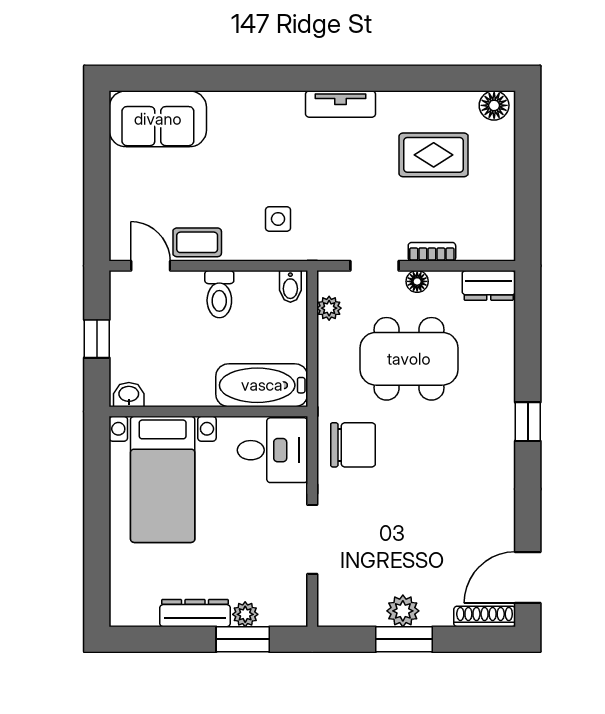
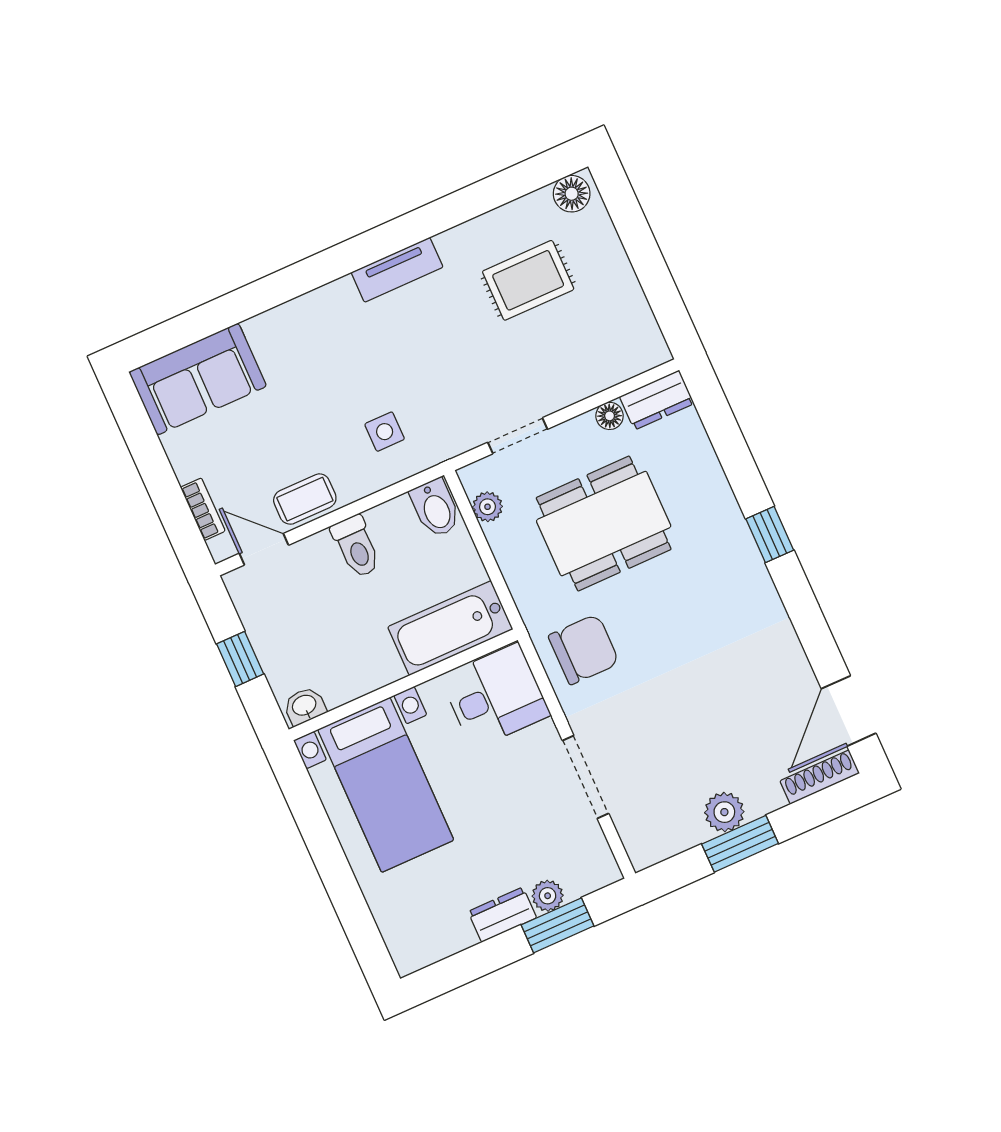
bookcase: (432, 252) -> (203, 509), moved, turned 90
floor lamp: (417, 281) -> (610, 416), moved
bidet: (290, 286) -> (436, 508), width x1.38, depth x1.36
dresser: (195, 613) -> (502, 915), width x0.70

